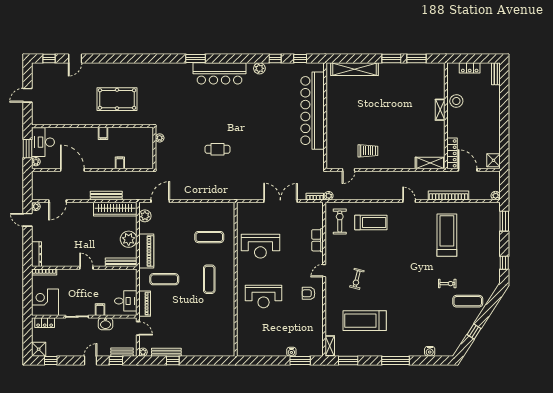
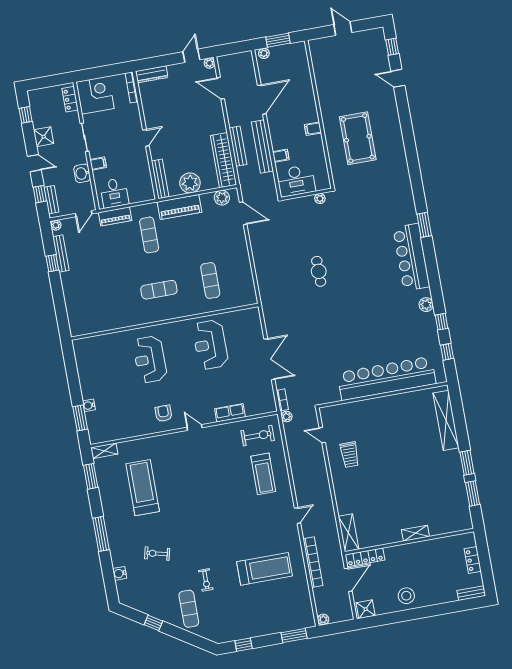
stool: (456, 101) -> (406, 596), moved
desk: (43, 142) -> (296, 181), moved, turned 180
bench: (110, 176) -> (262, 147), added
exercise bike: (357, 279) -> (157, 554), moved
shower: (39, 349) -> (44, 137), moved

